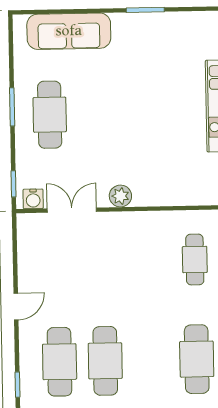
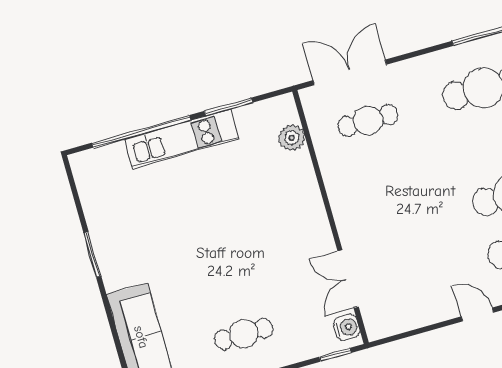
cafe table: (50, 115) -> (244, 334), width x0.73, depth x0.74
plant: (120, 196) -> (292, 138), moved

